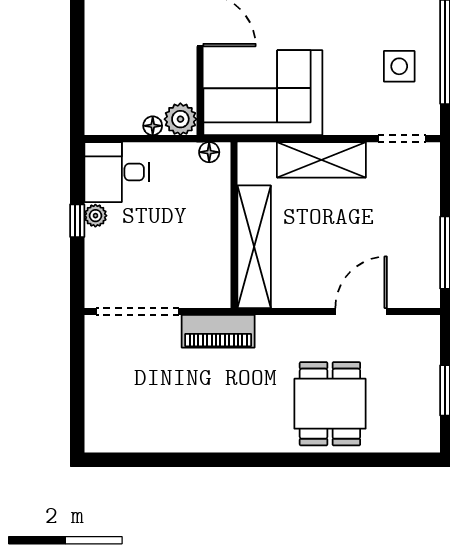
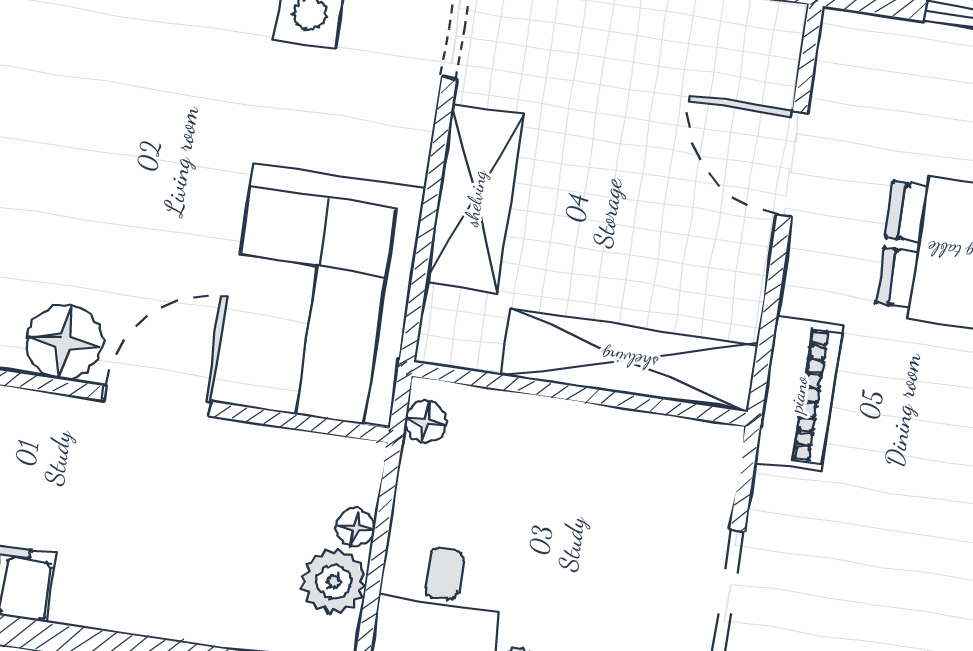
plant: (180, 119) -> (334, 582), moved
piano: (218, 331) -> (798, 394), moved

